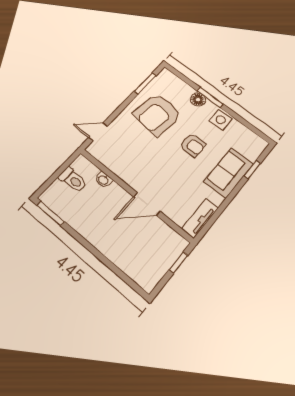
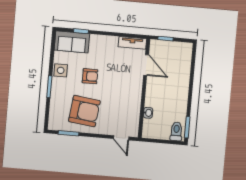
floor lamp: (198, 100) -> (56, 93), removed
armchair: (193, 145) -> (90, 76), turned 90
sofa: (229, 173) -> (72, 42), moved
toilet: (73, 180) -> (176, 131), moved
door: (147, 204) -> (146, 65), moved

